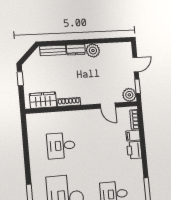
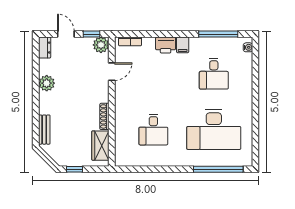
dresser: (76, 50) -> (45, 48), moved
filing cabinet: (133, 136) -> (183, 45), moved

